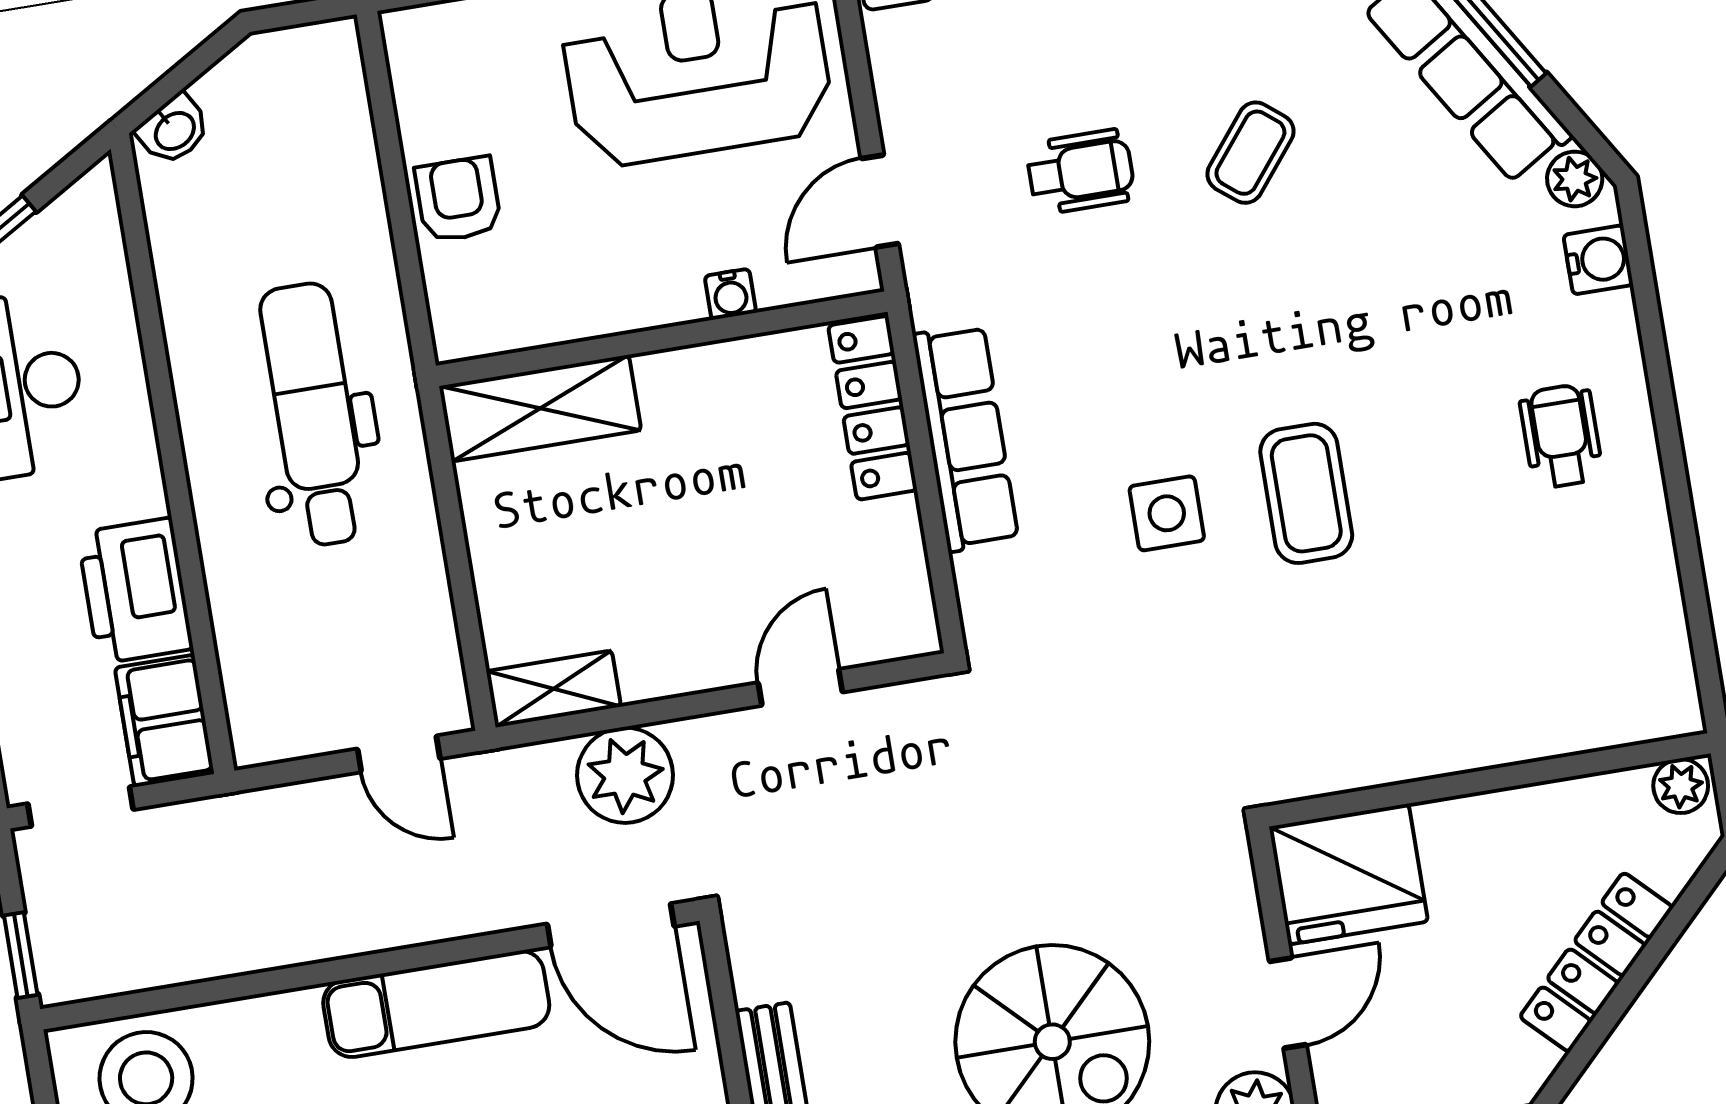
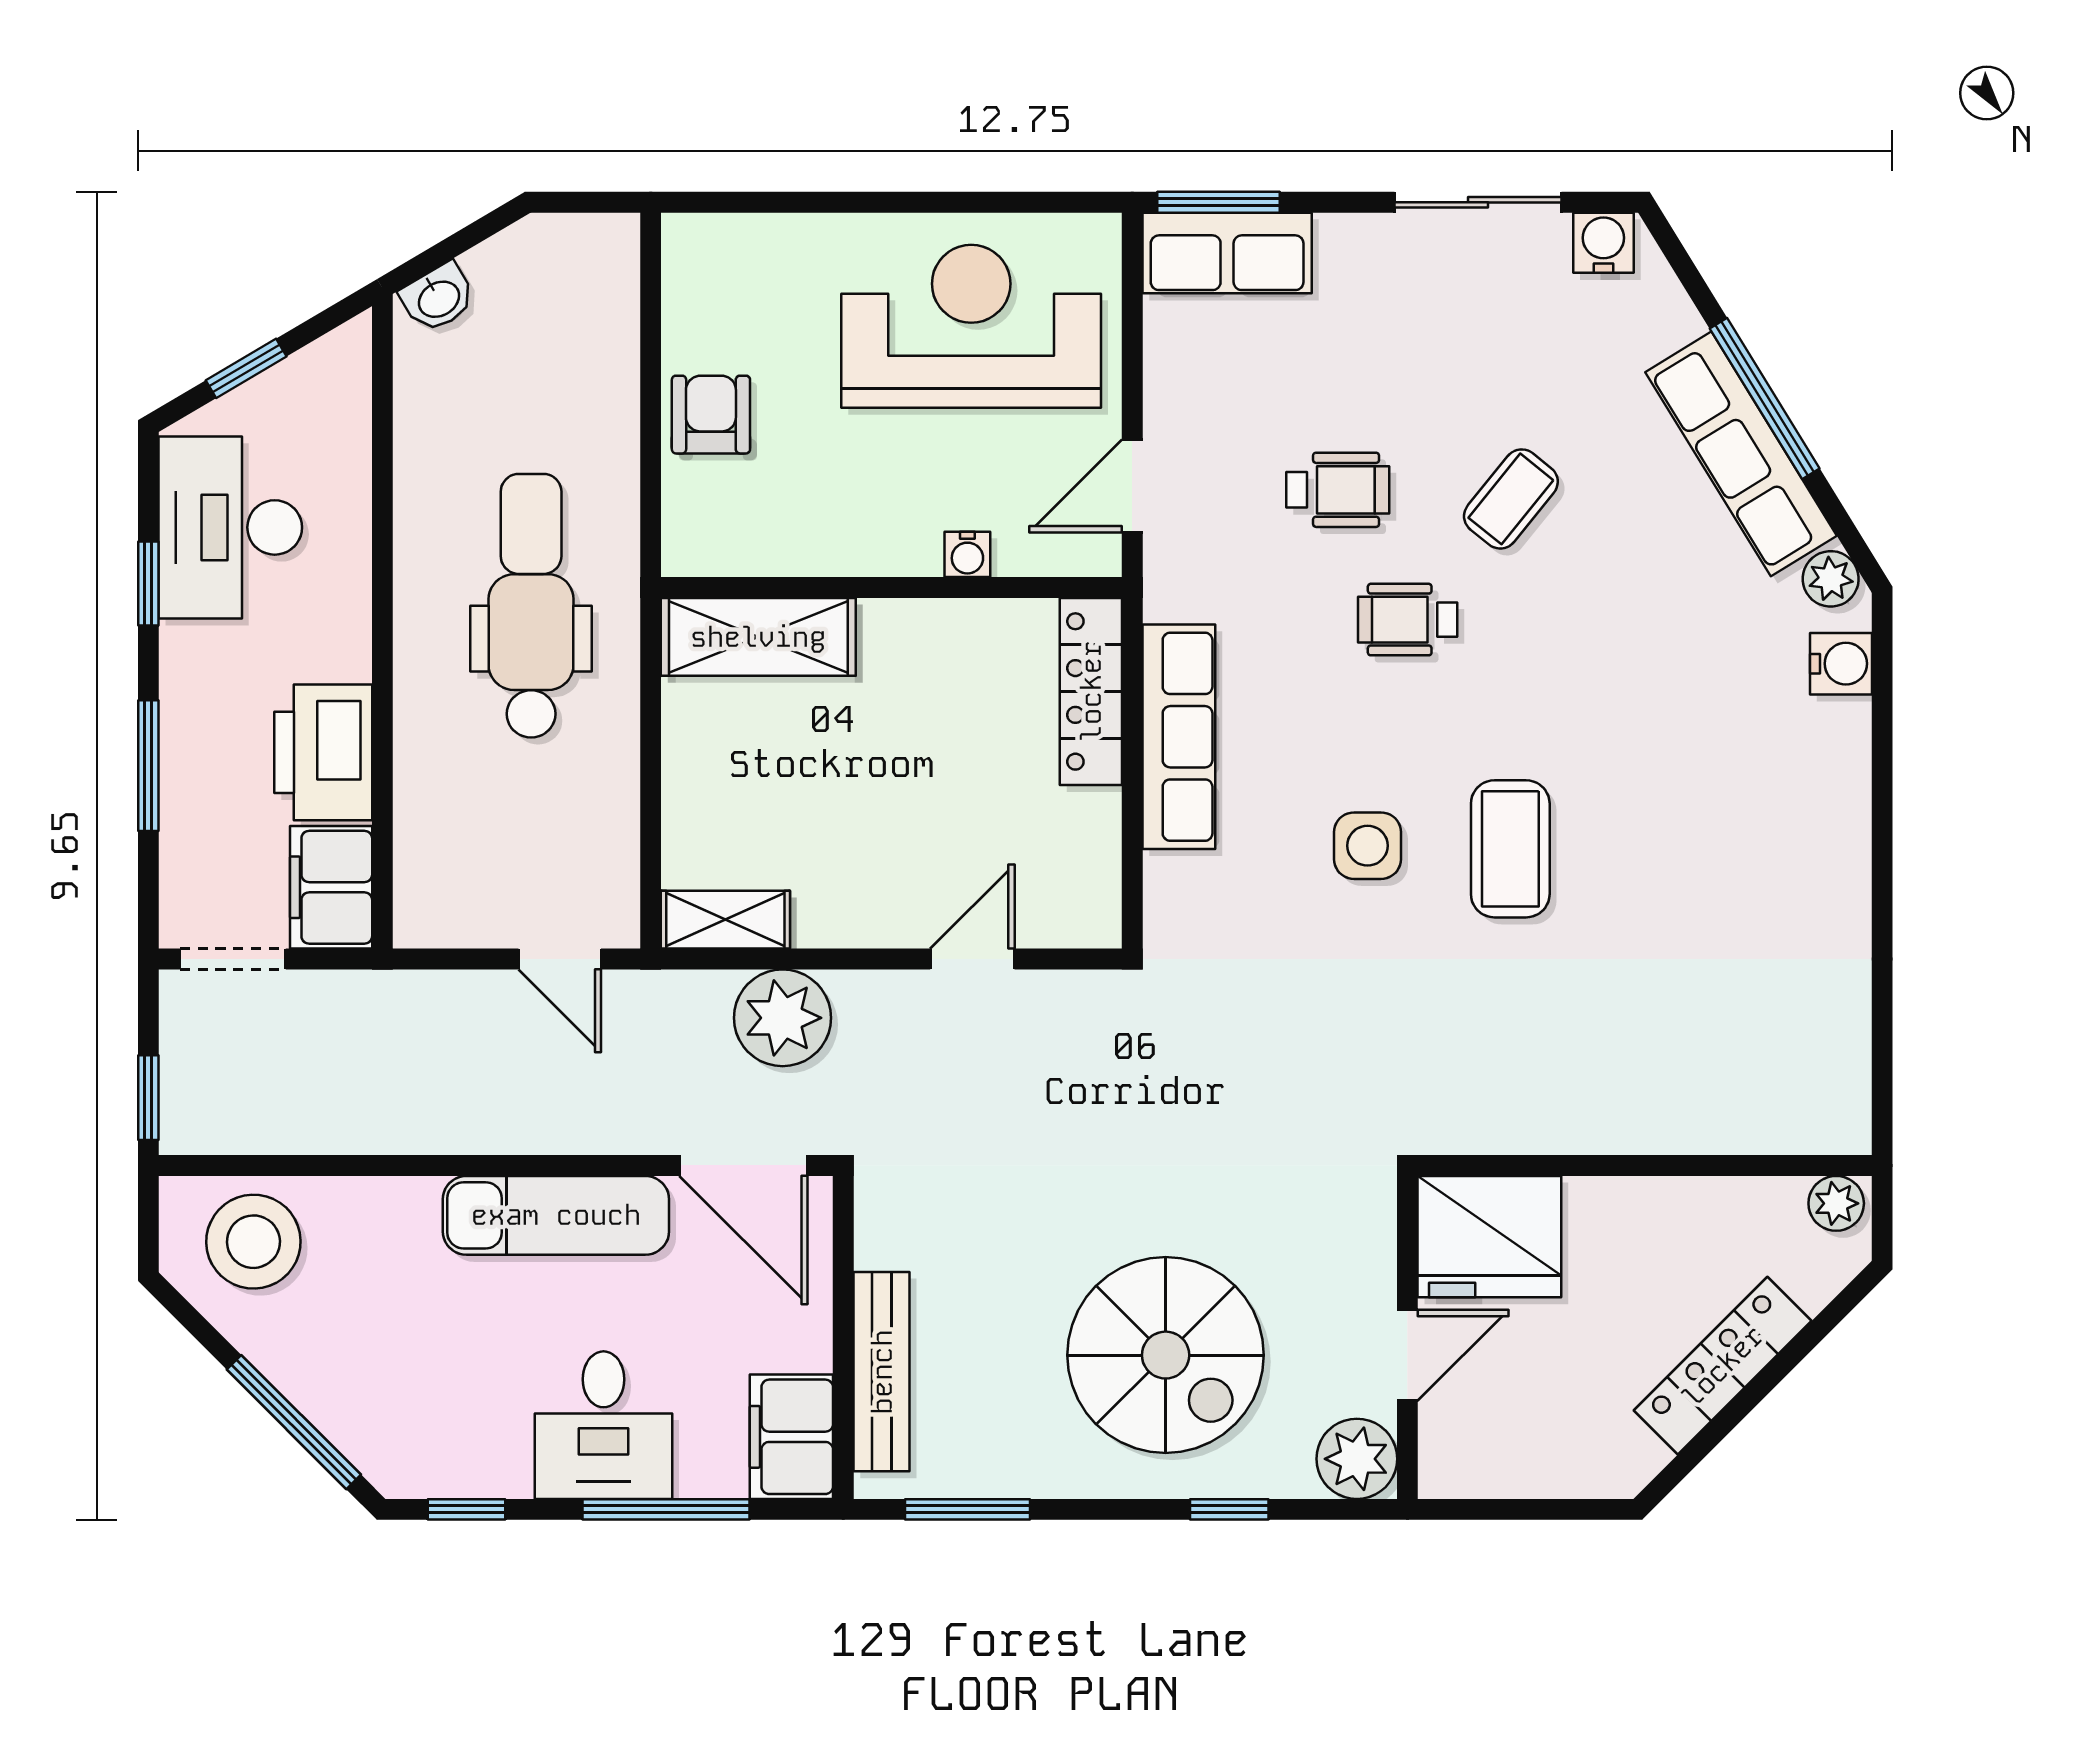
wheelchair: (1561, 436) -> (1408, 620), moved, turned -90

